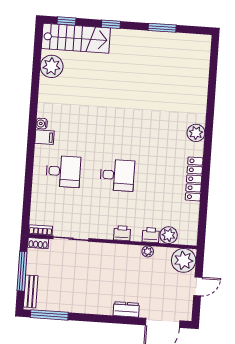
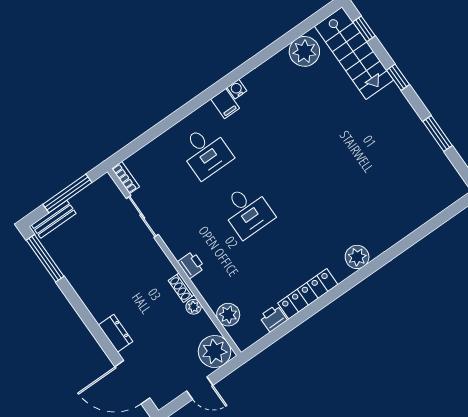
printer: (151, 235) -> (273, 318), moved, turned -90
shoe rack: (38, 243) -> (181, 288), moved

